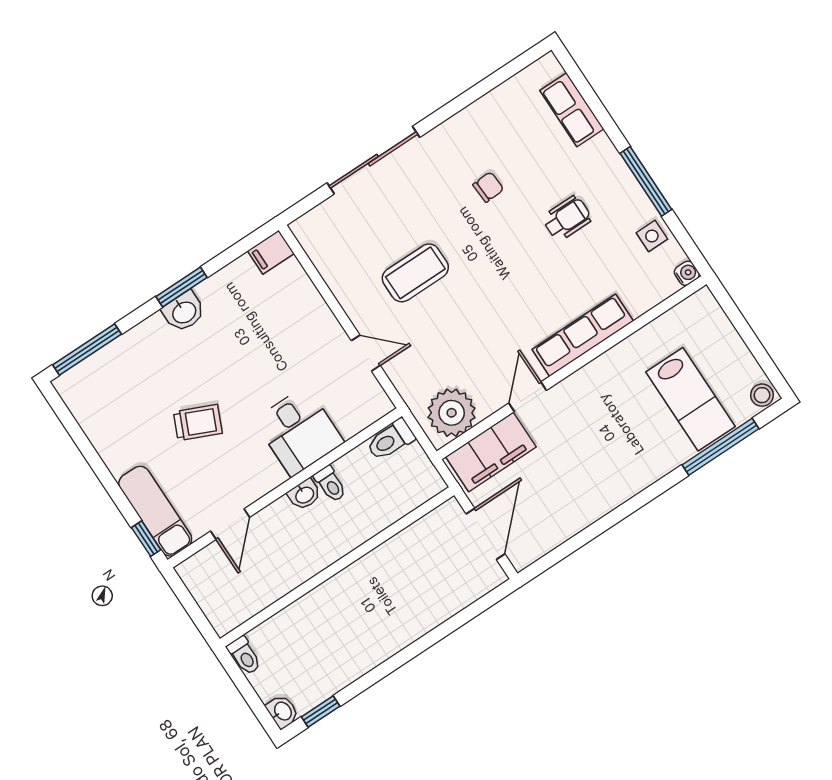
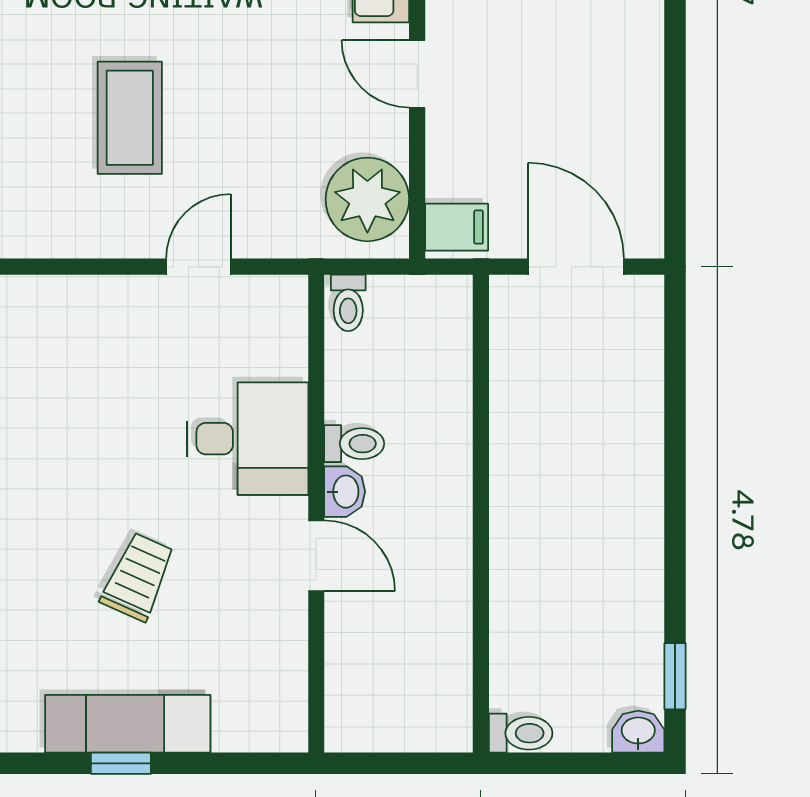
toilet: (391, 440) -> (348, 303), width x0.73, depth x0.72
filing cabinet: (491, 452) -> (457, 227), width x0.33, depth x0.86
exam couch: (155, 511) -> (128, 724), moved
door: (230, 524) -> (316, 556), moved
window: (146, 539) -> (121, 763), moved

